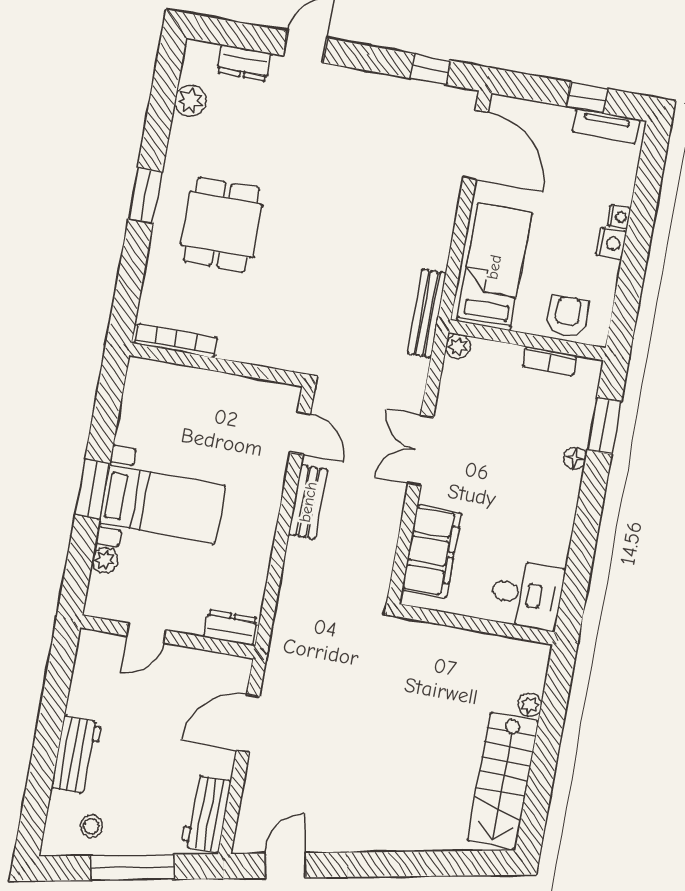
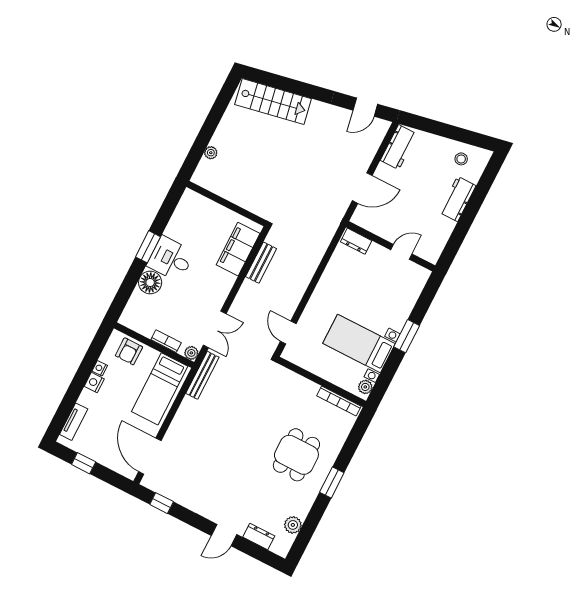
tv unit: (606, 126) -> (74, 422), moved, turned 90
nightstand: (619, 217) -> (100, 368), moved
bookcase: (550, 361) -> (166, 341), moved
window: (604, 426) -> (148, 247), moved
double door: (421, 451) -> (215, 329), moved
floor lamp: (575, 458) -> (150, 282), width x1.89, depth x1.89
bench: (308, 502) -> (261, 263), moved
bed with nightstands: (162, 504) -> (359, 344), moved
plant: (105, 560) -> (365, 387), moved
desk: (526, 595) -> (171, 259), moved
stairs: (503, 781) -> (273, 102), moved, turned 79
window: (133, 867) -> (446, 131), removed

